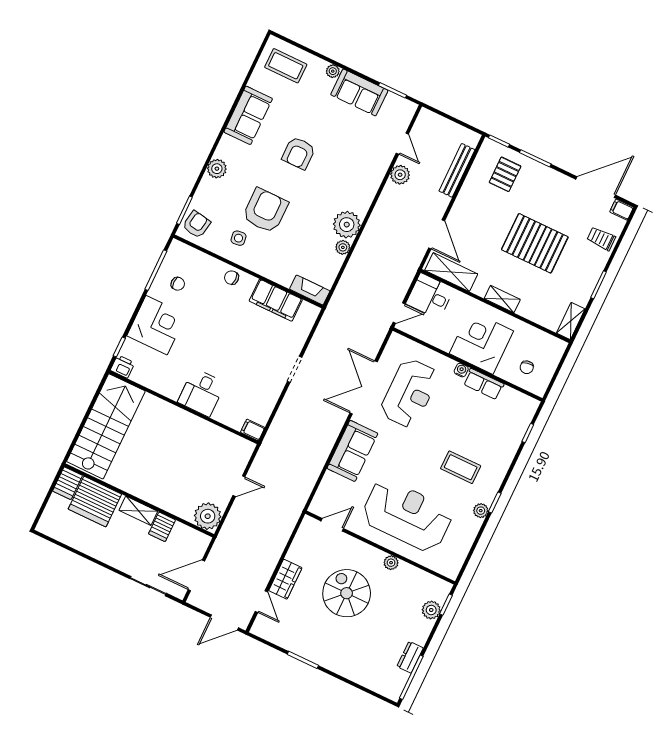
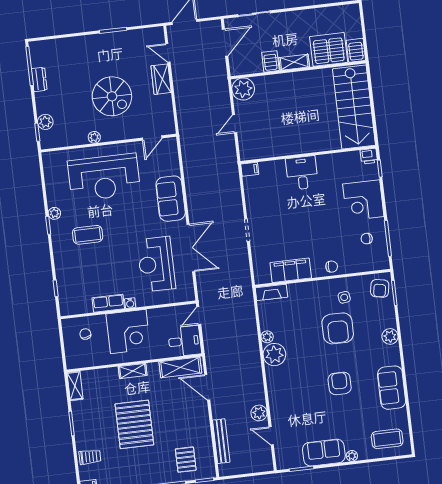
pallet: (535, 243) -> (134, 424), turned 90

